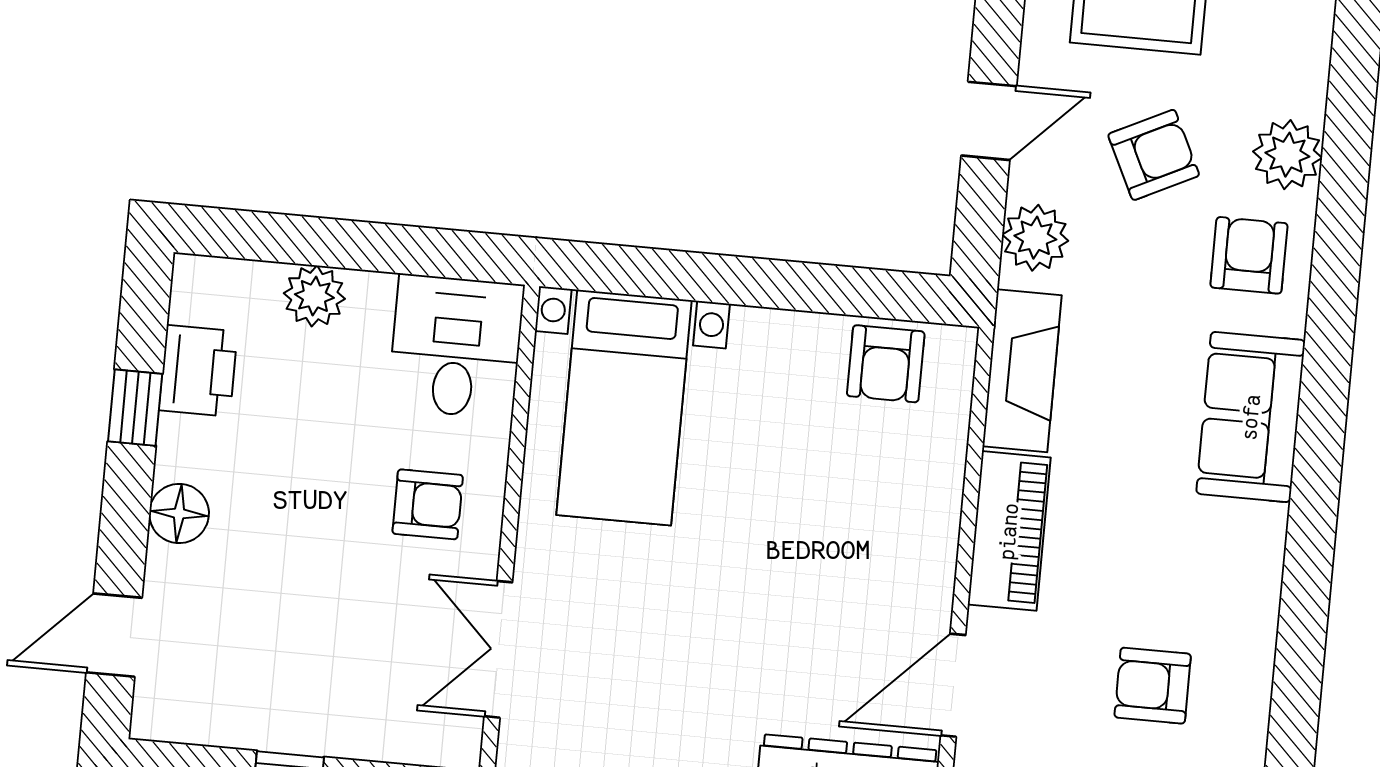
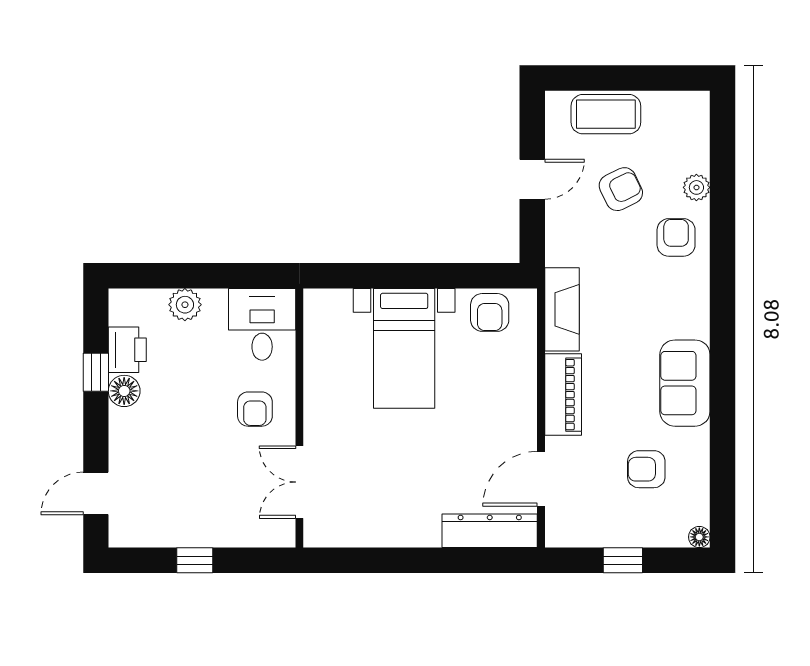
plant: (1287, 155) -> (696, 187), width x0.73, depth x0.73
plant: (1035, 238) -> (562, 239), removed
bed with nightstands: (624, 408) -> (404, 348), moved
sofa: (1251, 417) -> (685, 383), moved
armchair: (428, 504) -> (255, 409), turned 90
floor lamp: (179, 513) -> (124, 391), moved

